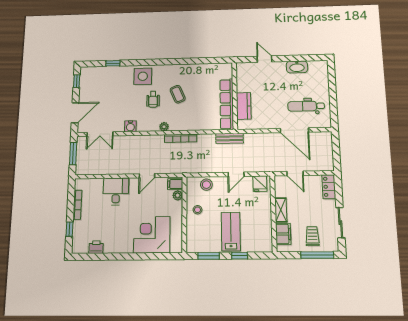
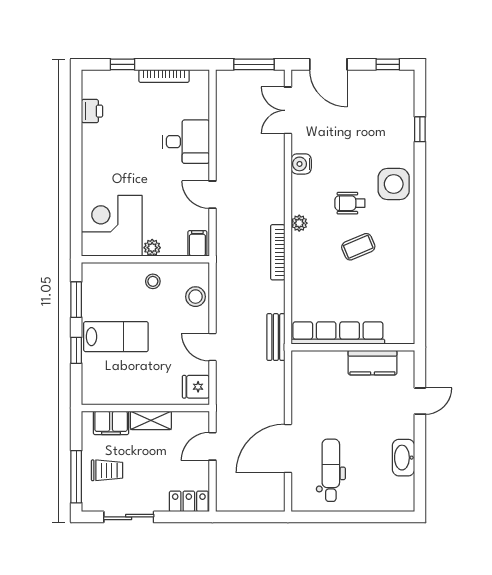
kitchen counter: (244, 106) -> (372, 363), moved
plant: (178, 195) -> (152, 248), moved
corner desk: (152, 235) -> (112, 226), moved, turned -90

